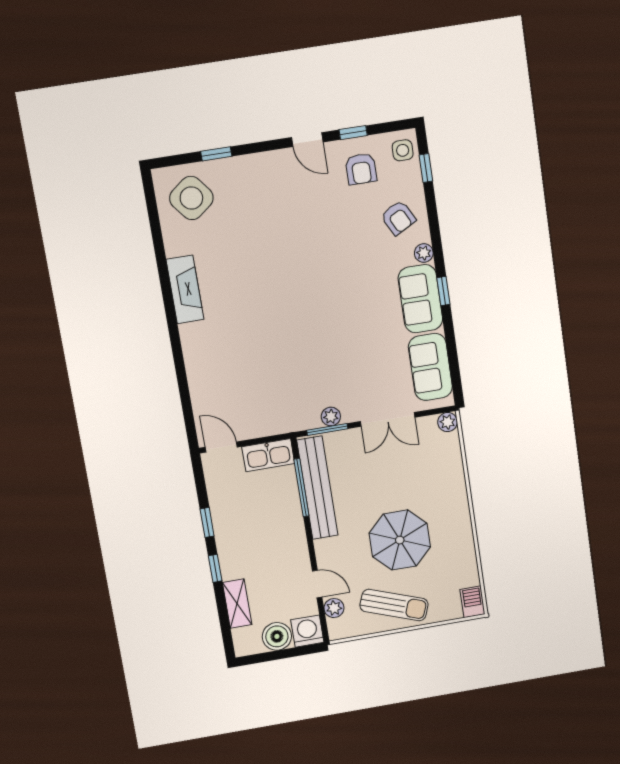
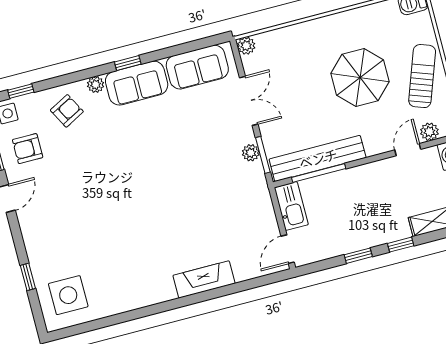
armchair: (361, 169) -> (28, 149), turned 180
side table: (191, 198) -> (68, 295), turned 38
fireplace: (185, 289) -> (204, 279), moved

